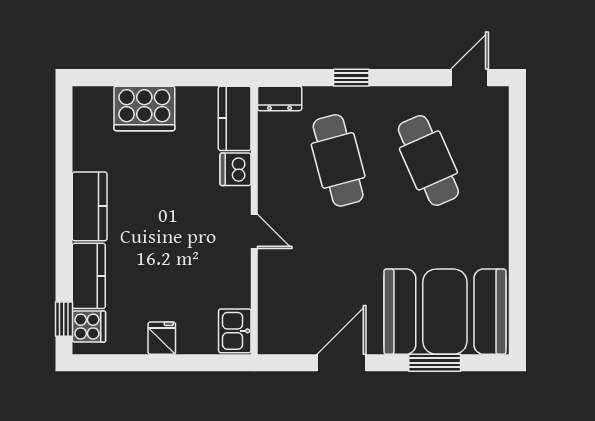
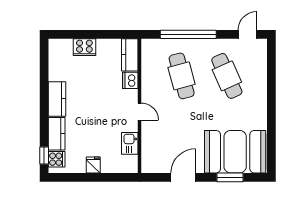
window: (351, 78) -> (188, 34), width x3.17
dresser: (280, 98) -> (152, 45), removed
cooker: (144, 108) -> (84, 47), width x0.73, depth x0.76
kitchen sink: (235, 331) -> (130, 143), moved

